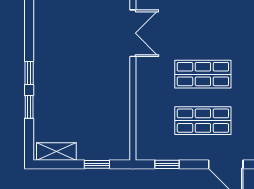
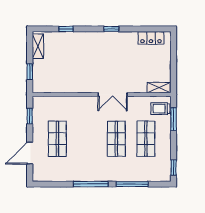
window: (29, 73) -> (111, 29), moved
shop shelf: (203, 74) -> (116, 139), moved

